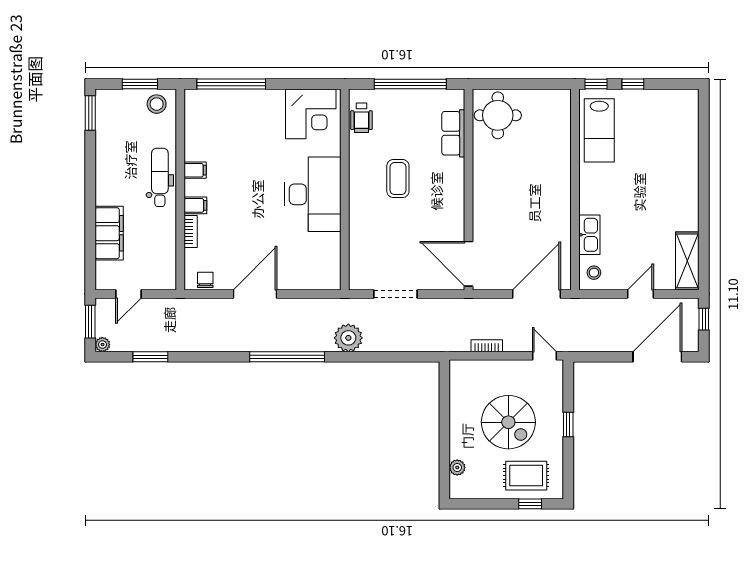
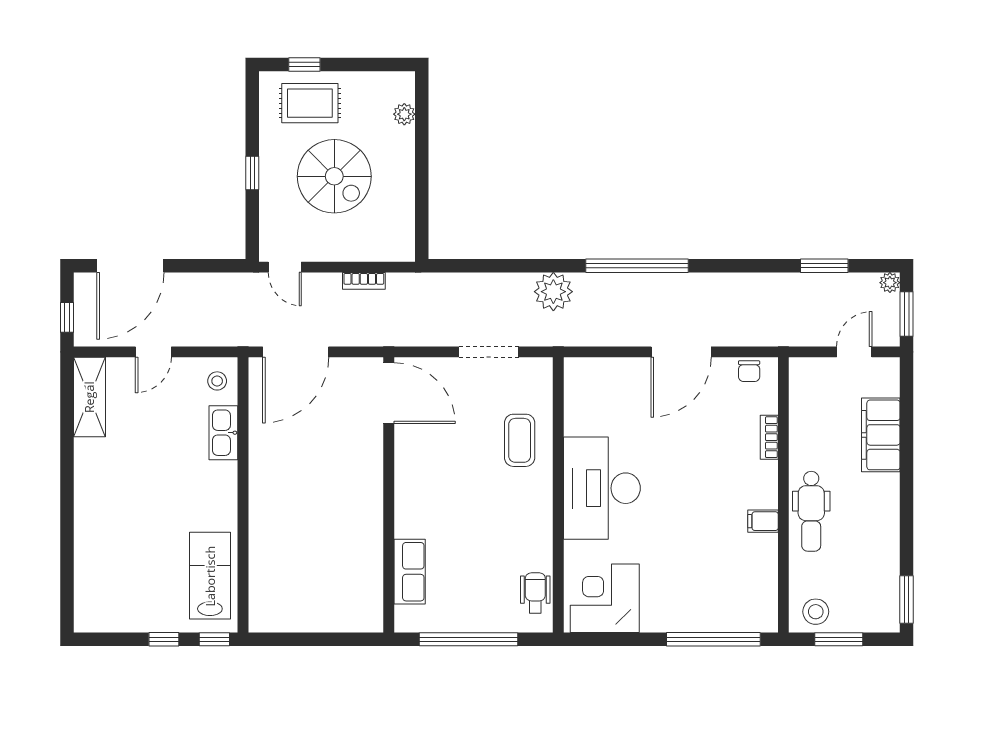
round table: (498, 115) -> (349, 596), removed
coffee table: (398, 179) -> (520, 440), moved
filing cabinet: (195, 205) -> (763, 473), removed
spiral stairs: (508, 422) -> (334, 176), turned 180

